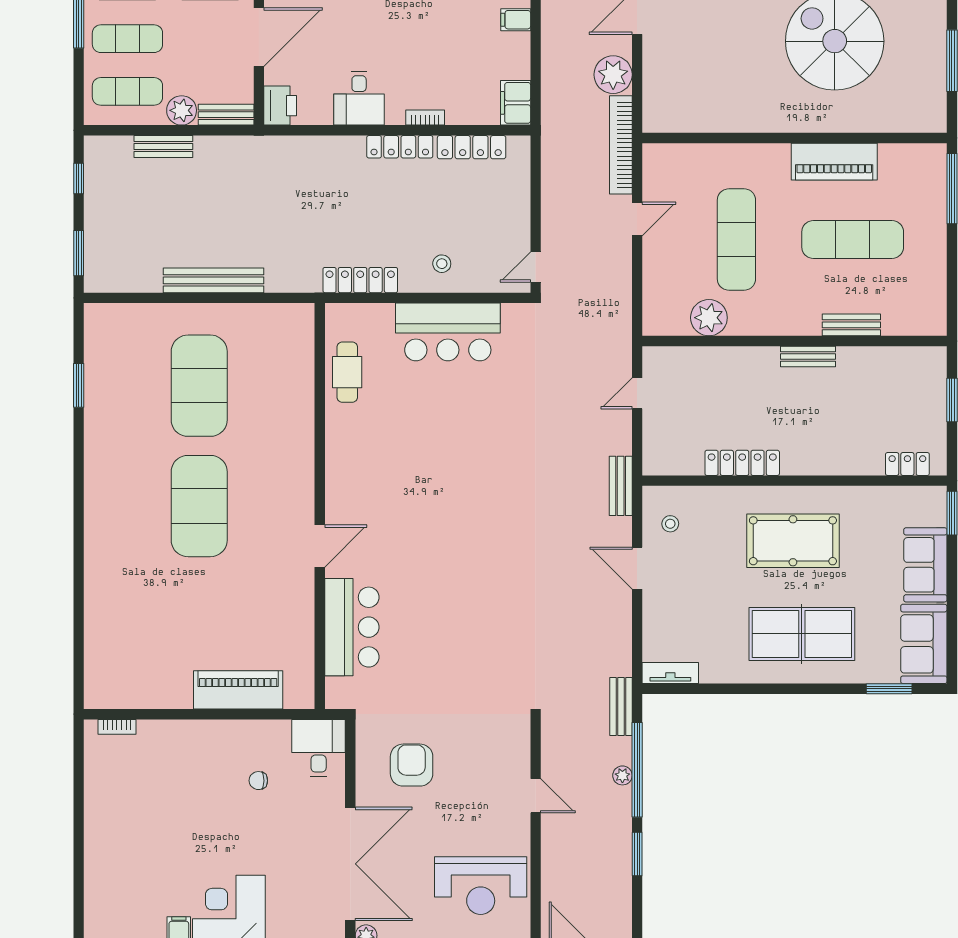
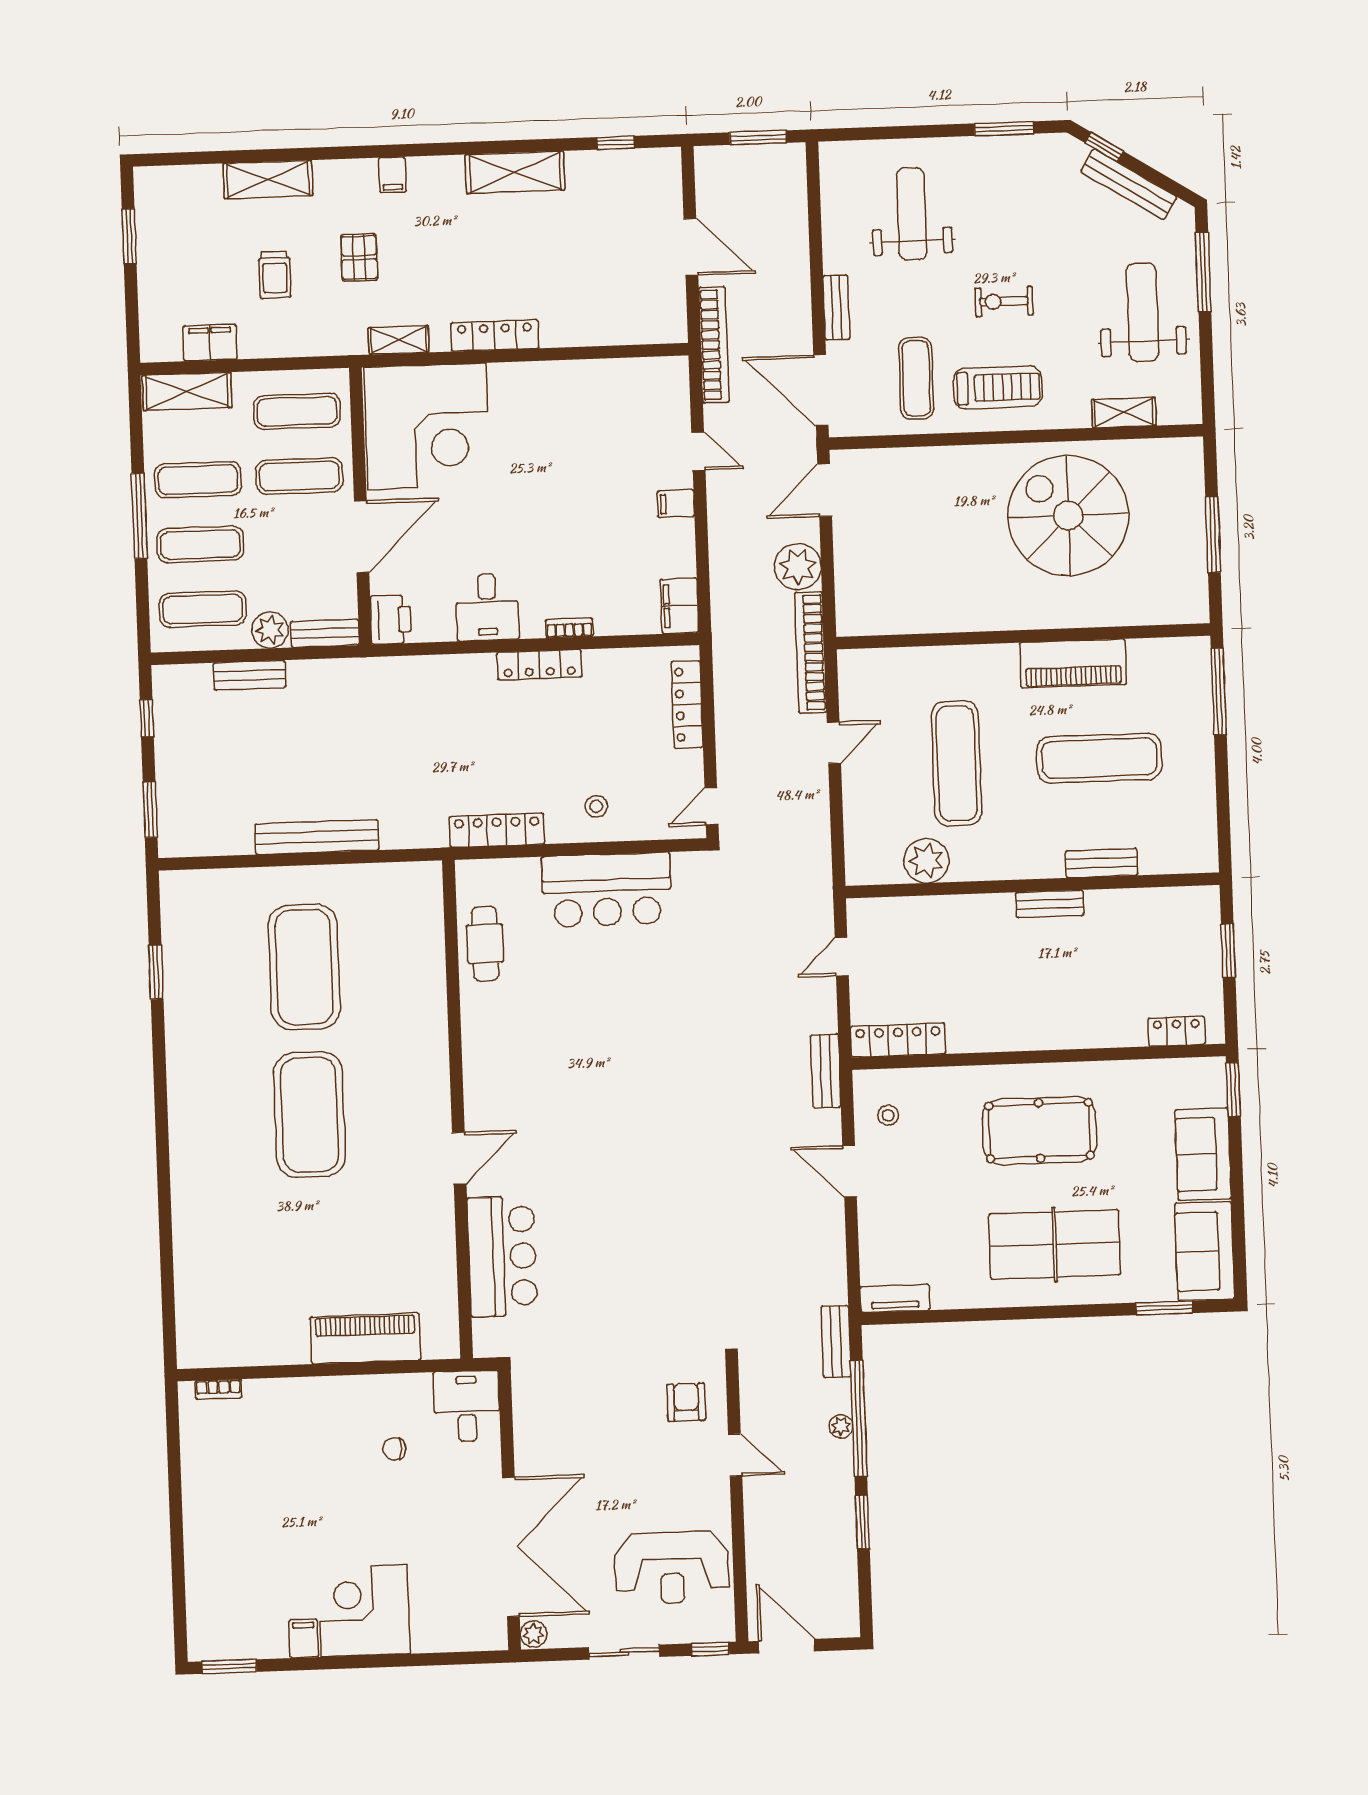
locker: (472, 147) -> (687, 705), moved, turned 90
locker: (742, 463) -> (898, 1040), moved
armchair: (412, 765) -> (686, 1402), moved, width x0.72, depth x0.72

